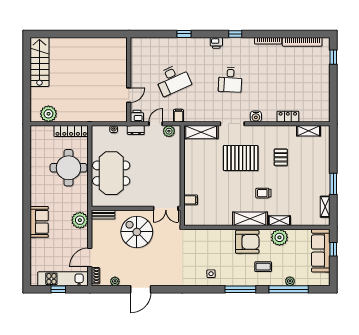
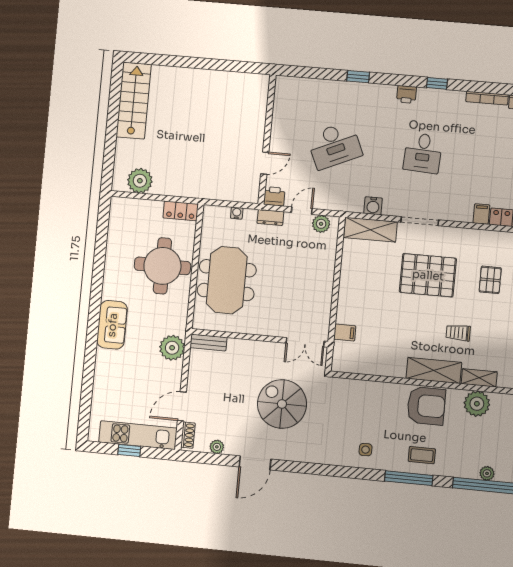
filing cabinet: (178, 116) -> (481, 214), moved
water cooler: (256, 117) -> (373, 206), moved
locker: (71, 131) -> (181, 211), width x0.66
sofa: (39, 222) -> (112, 325), moved
spiral stairs: (137, 232) -> (282, 404), moved
coffee table: (263, 267) -> (422, 455), moved

